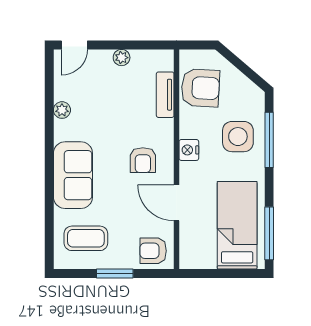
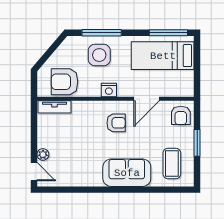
plant: (122, 58) -> (43, 154), moved
armchair: (200, 88) -> (65, 82), turned -93
tv unit: (165, 95) -> (54, 107), moved
plant: (62, 110) -> (80, 181), removed

